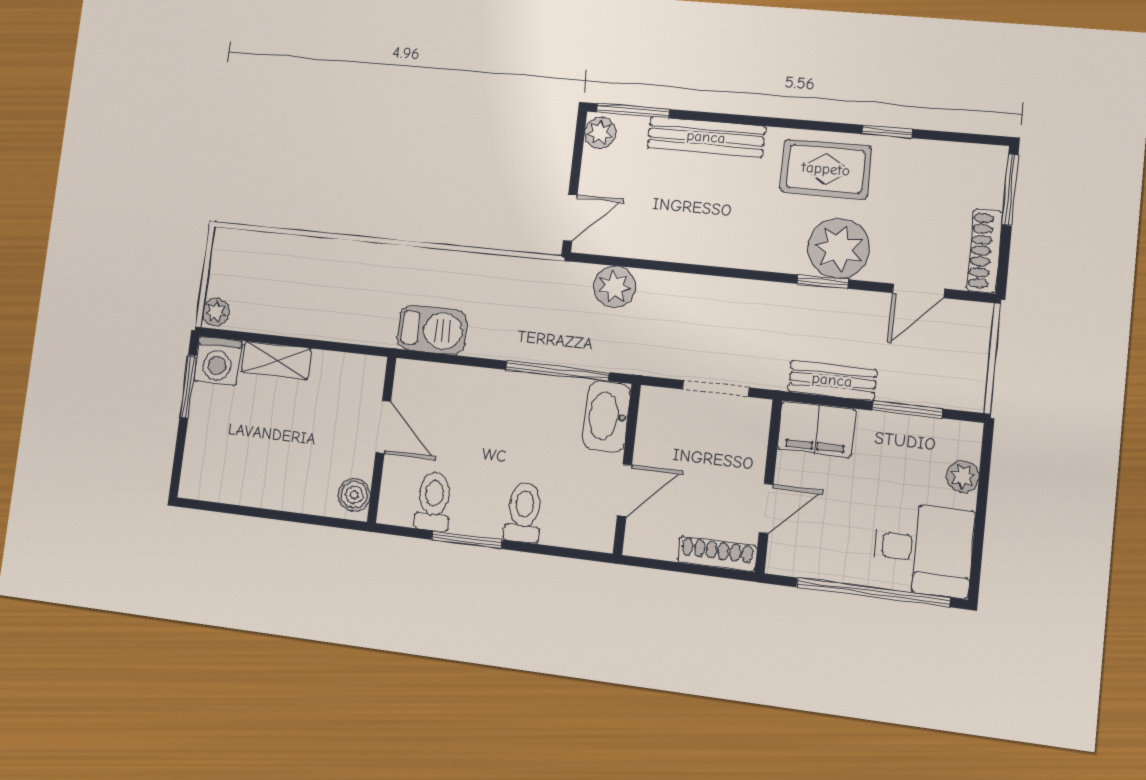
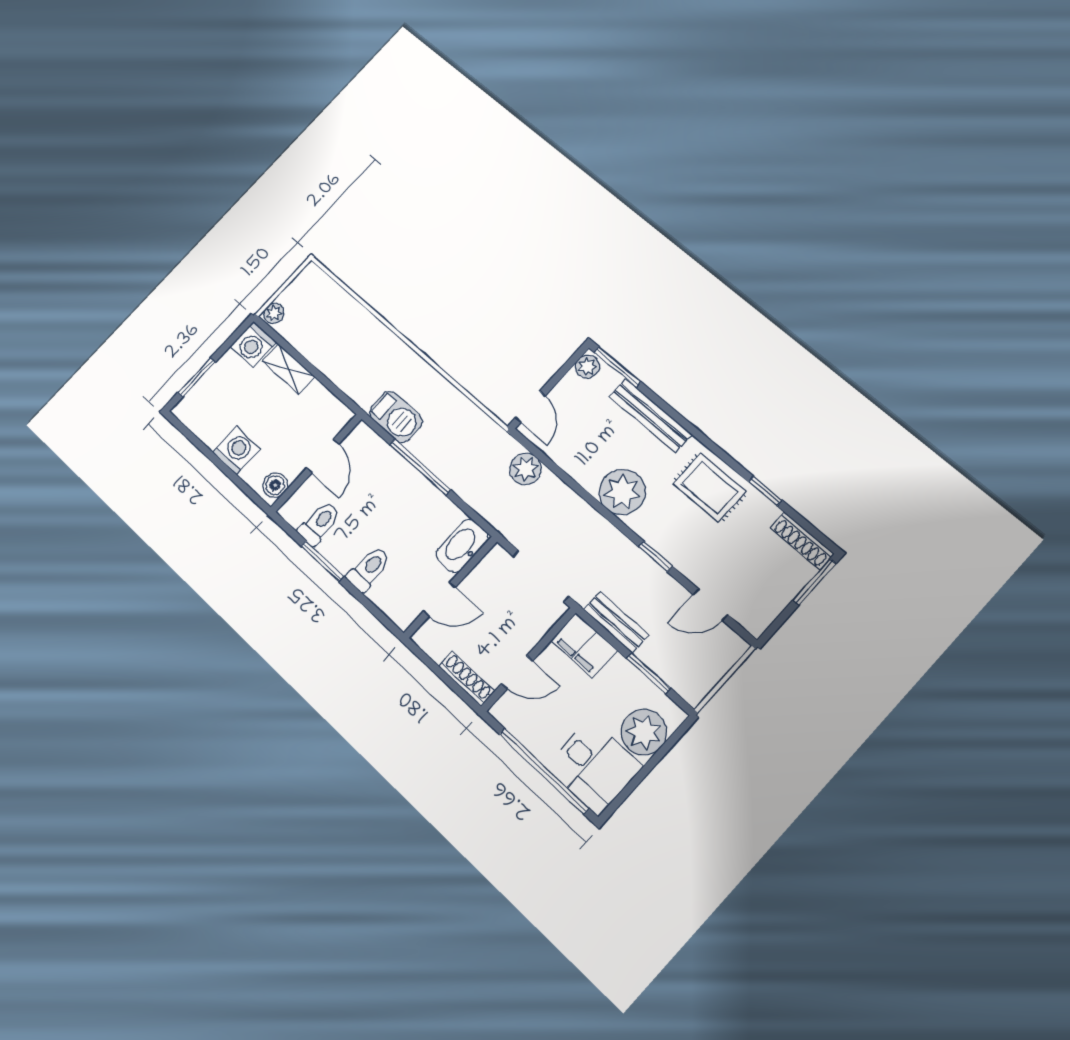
door: (570, 218) -> (530, 407), hinge flipped
plant: (839, 248) -> (622, 492), moved
shoe rack: (985, 251) -> (802, 541), moved, turned -90
window: (557, 371) -> (420, 467), moved
window: (188, 387) -> (197, 377), moved
doorway: (716, 388) -> (541, 576), width x1.38
plant: (963, 477) -> (644, 732), width x1.88, depth x1.88
washing machine: (284, 488) -> (236, 450), added

